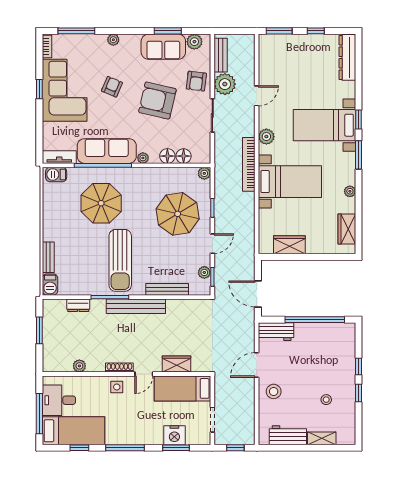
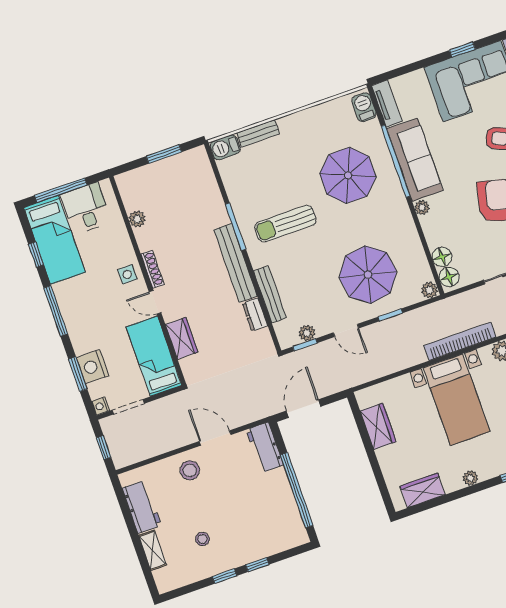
floor lamp: (167, 156) -> (449, 277), moved
sun lounger: (120, 260) -> (285, 224), width x0.73, depth x0.75
dresser: (78, 305) -> (255, 315), moved
nightstand: (205, 439) -> (101, 406), added

